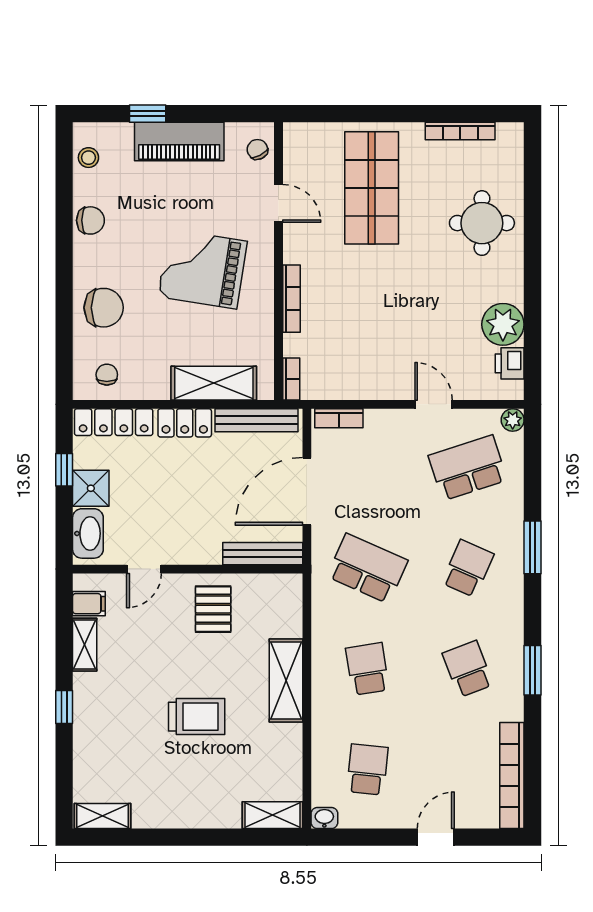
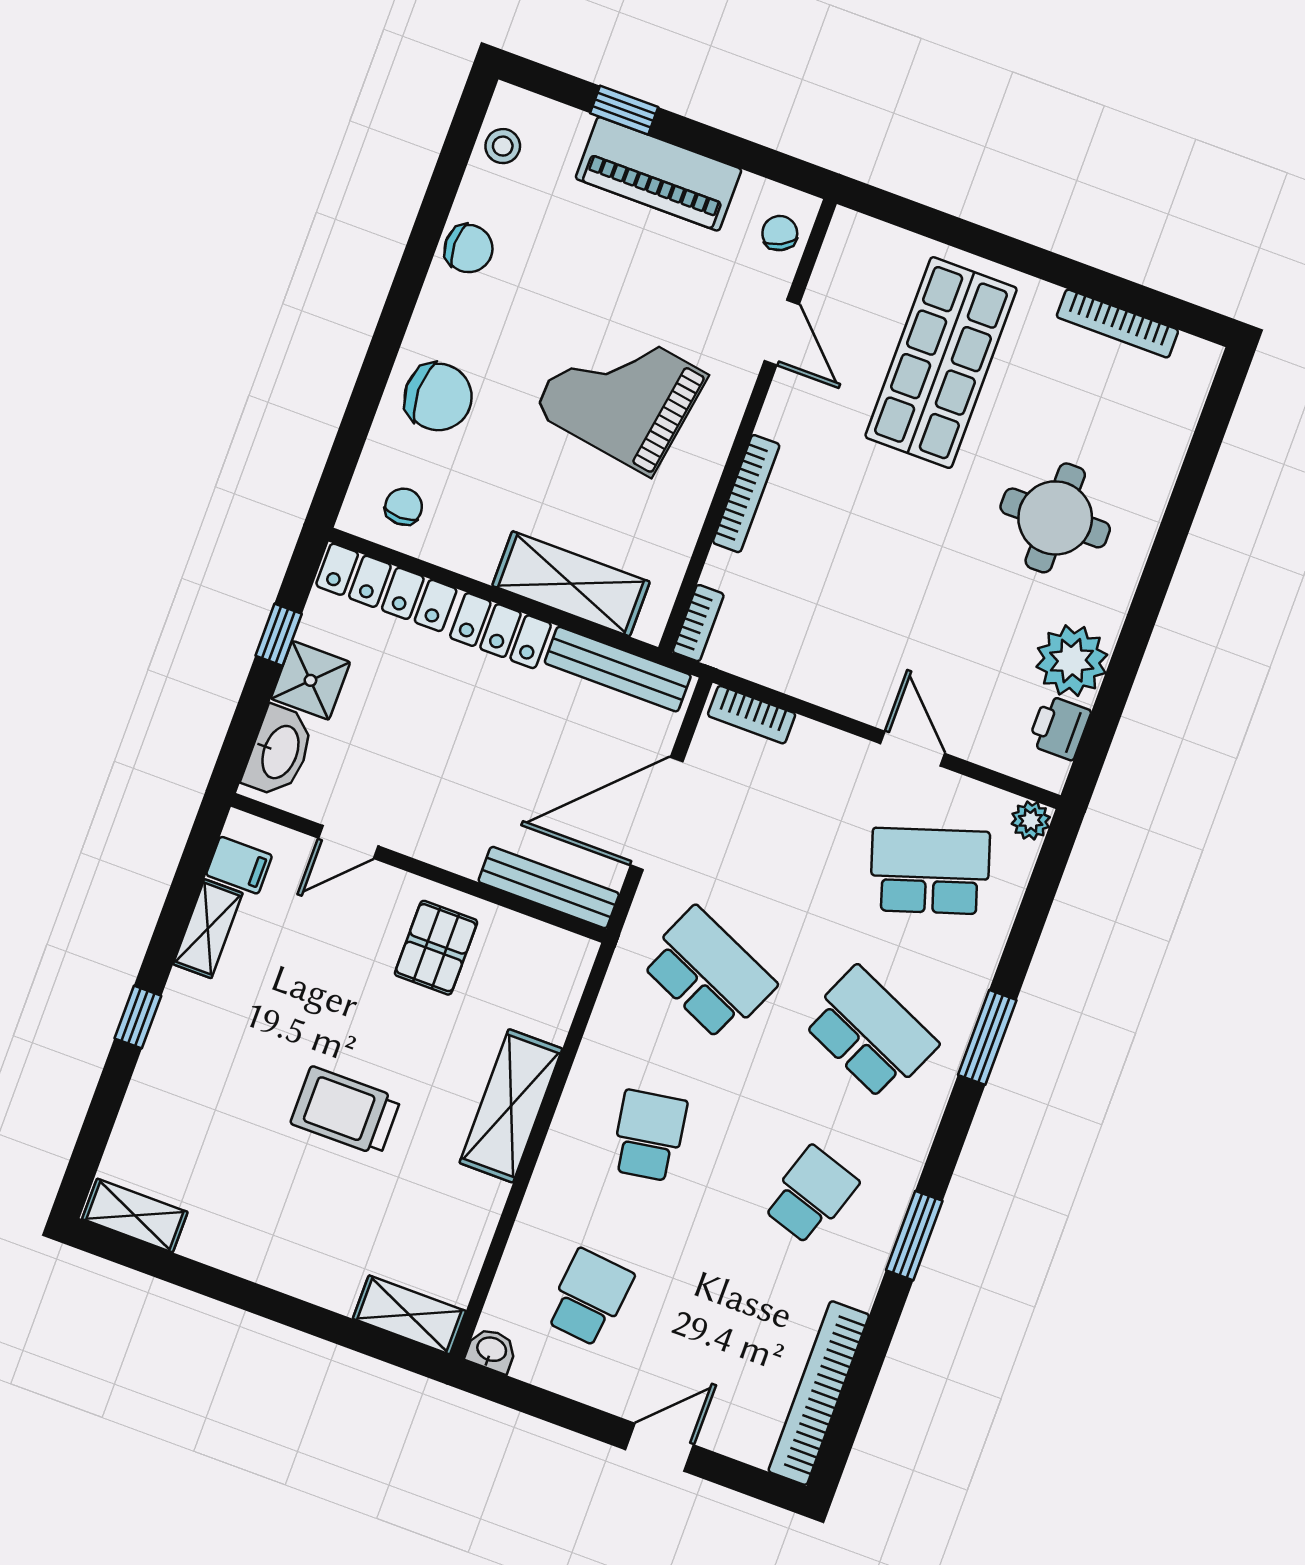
round table: (482, 223) -> (1055, 518), moved
school desk: (468, 568) -> (870, 1033), width x1.85
school desk: (468, 669) -> (811, 1195), turned 39
trolley: (197, 717) -> (346, 1111), turned 180

